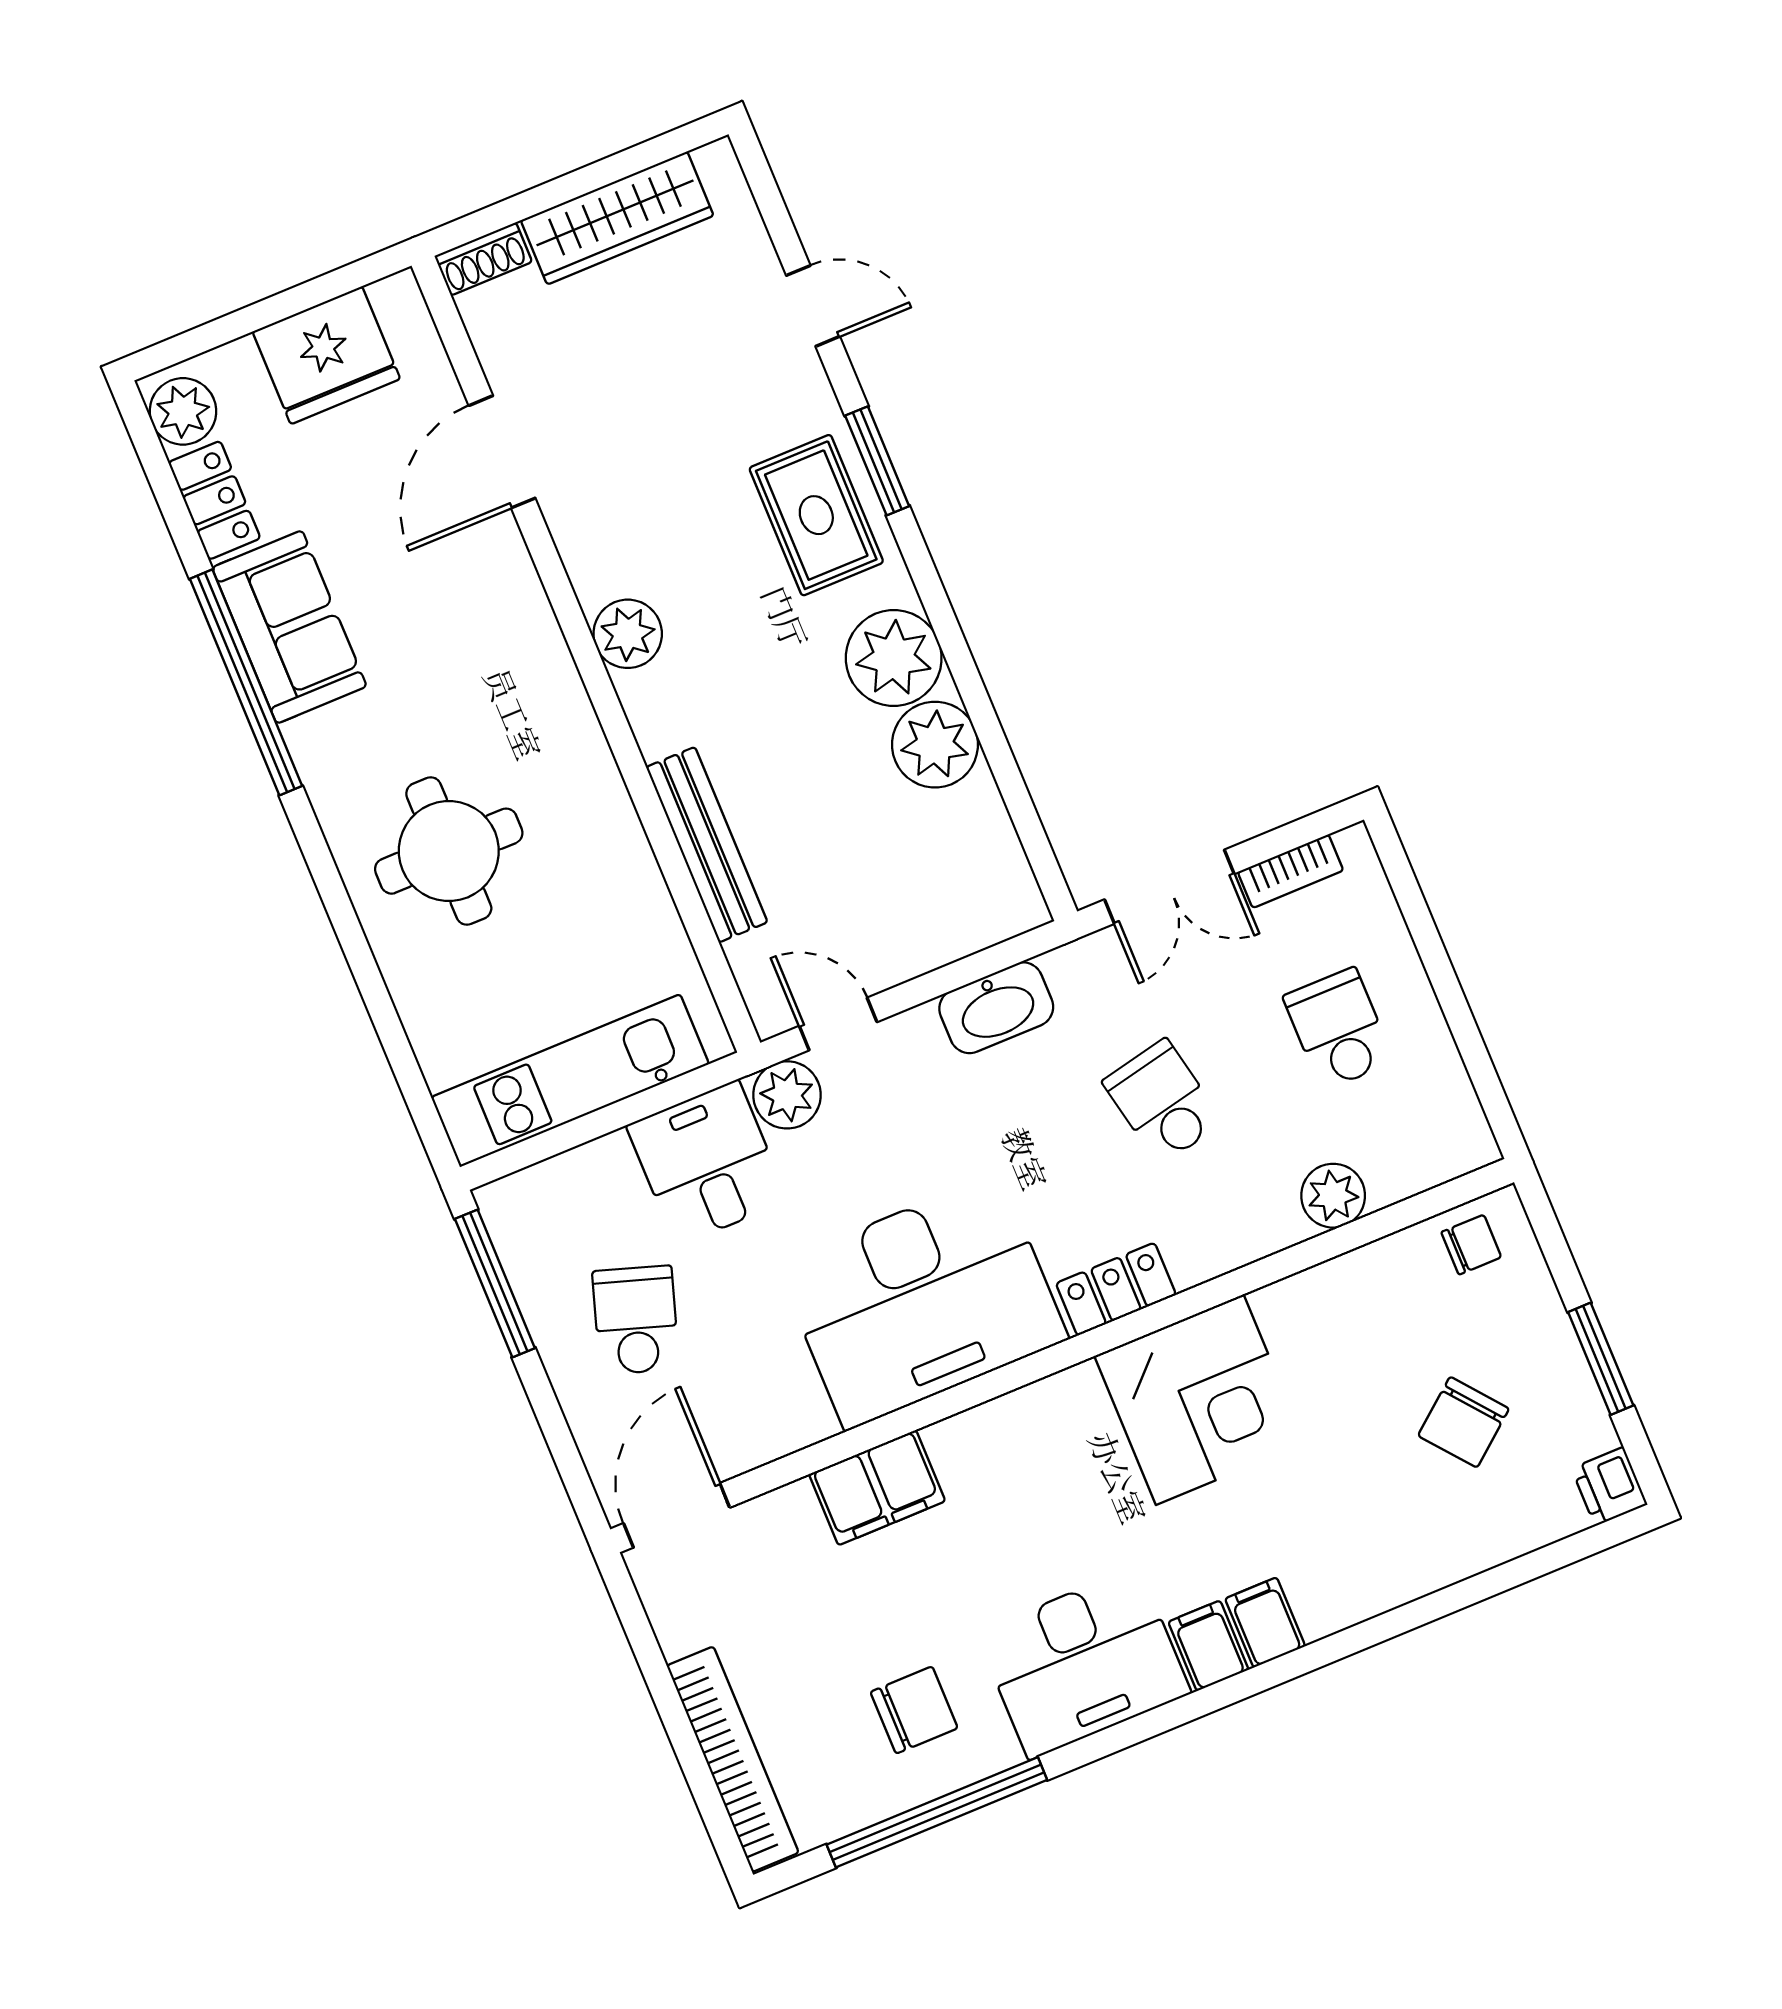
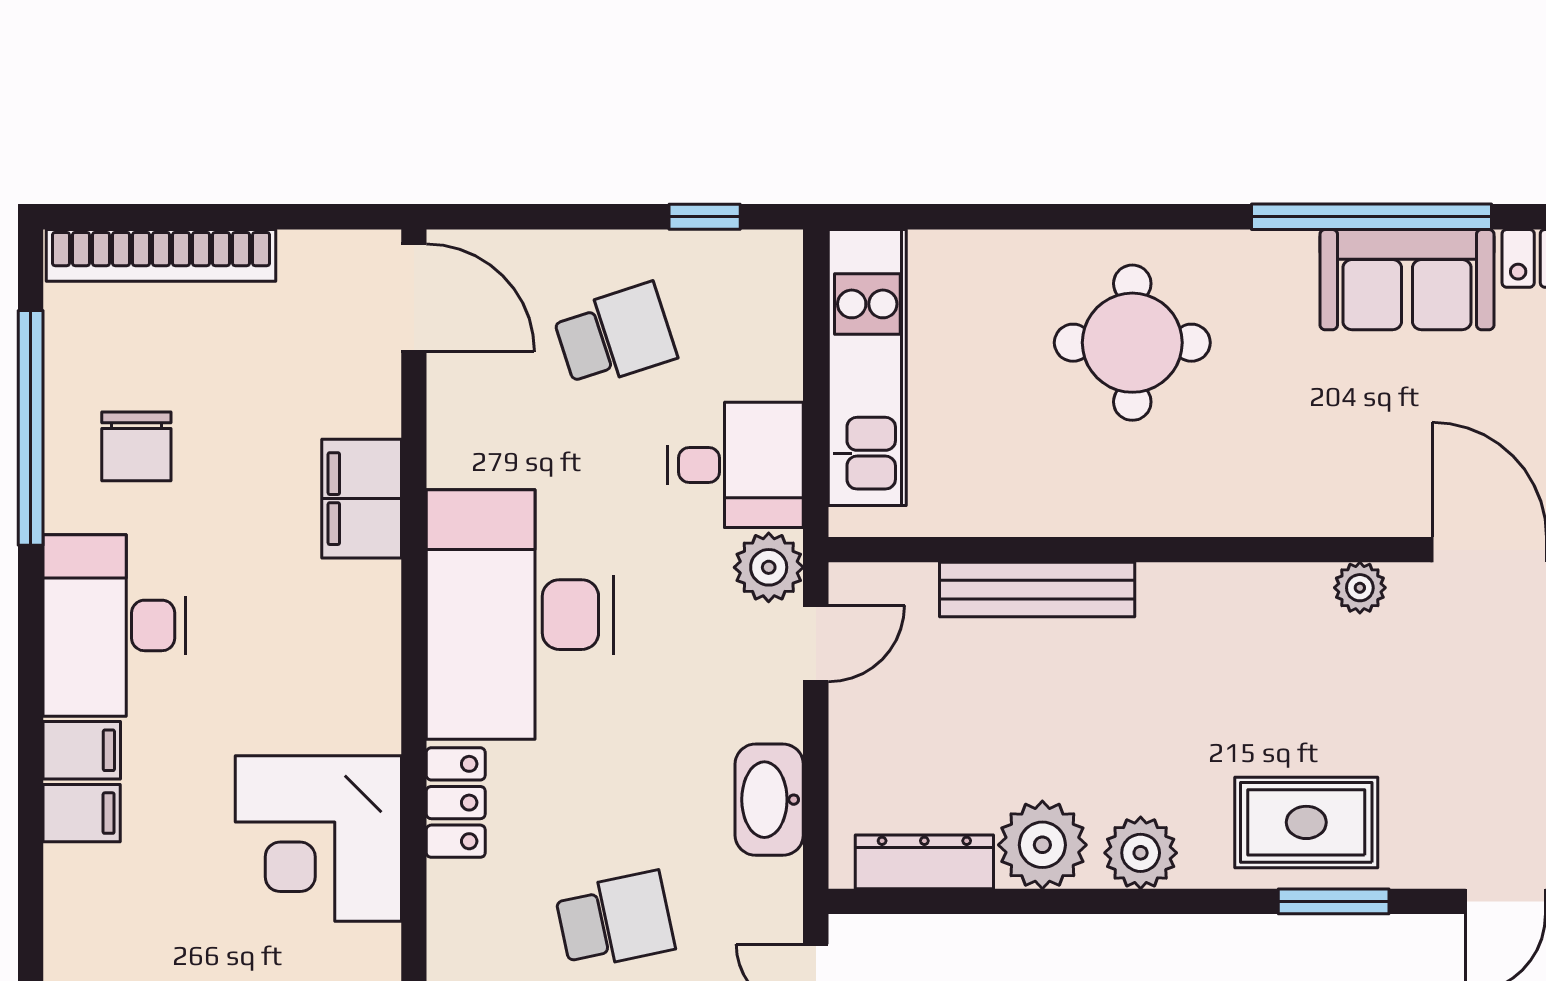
plant: (628, 634) -> (1360, 588), moved, width x0.73, depth x0.73
plant: (894, 658) -> (1141, 853), width x0.73, depth x0.73
dresser: (994, 845) -> (924, 862), added
window: (495, 1284) -> (705, 217), width x0.46
school desk: (636, 1320) -> (615, 336), turned -36

